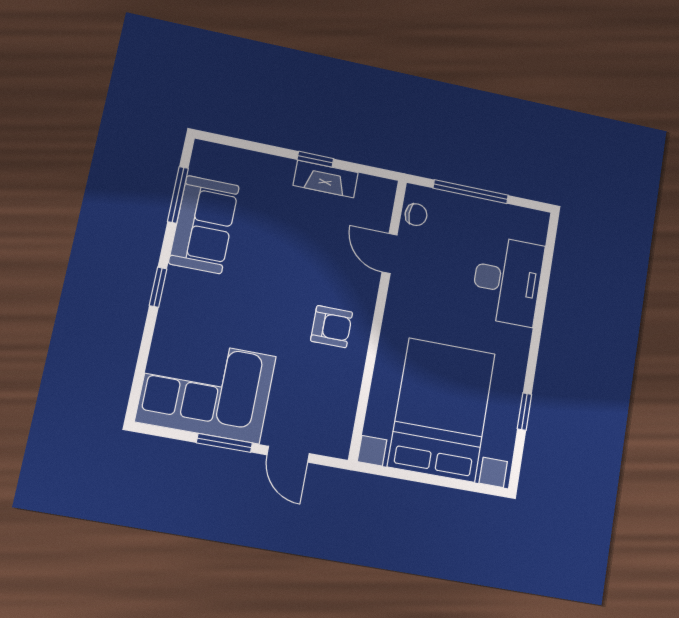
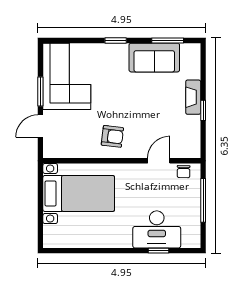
fireplace: (326, 179) -> (193, 97), moved
armchair: (332, 327) -> (112, 136), turned -83
bed with nightstands: (442, 410) -> (79, 193), width x0.73
window: (524, 412) -> (159, 251), moved

